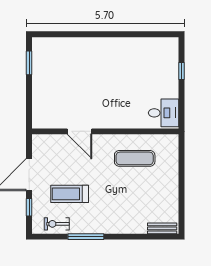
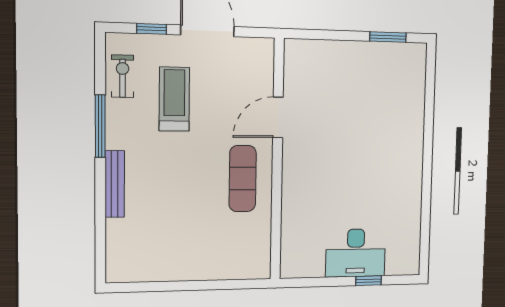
desk: (164, 113) -> (356, 253), moved, width x1.37
exercise mat: (135, 158) -> (243, 179), moved
bench: (162, 228) -> (115, 184), moved, width x1.36

